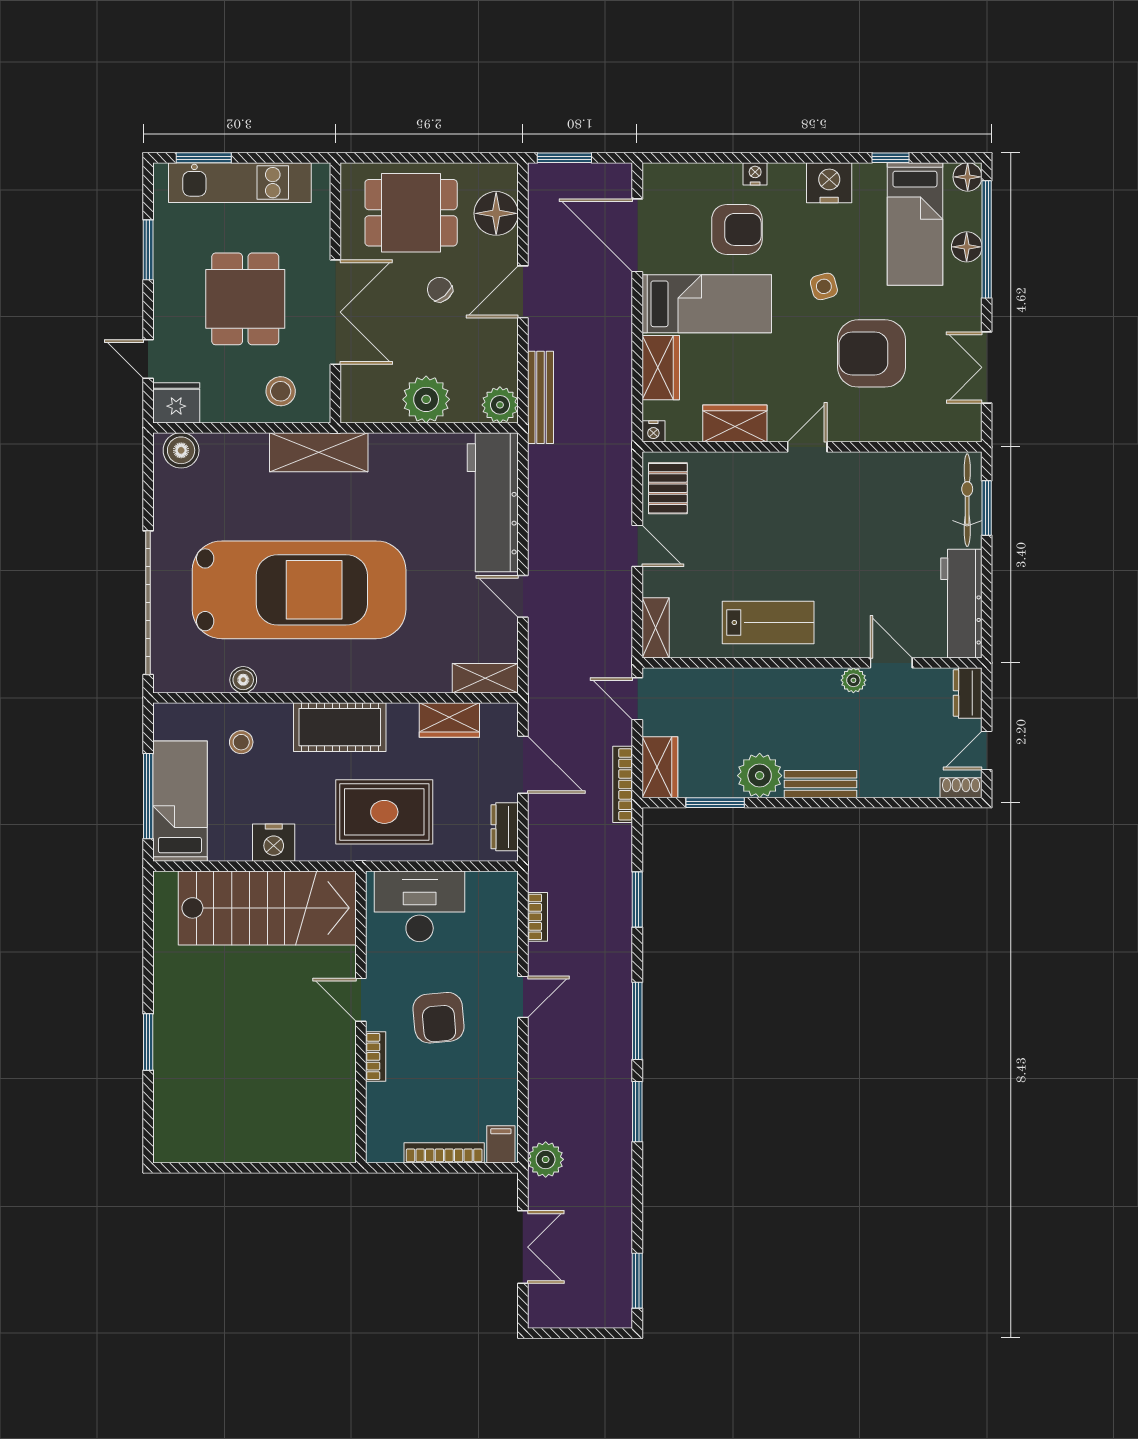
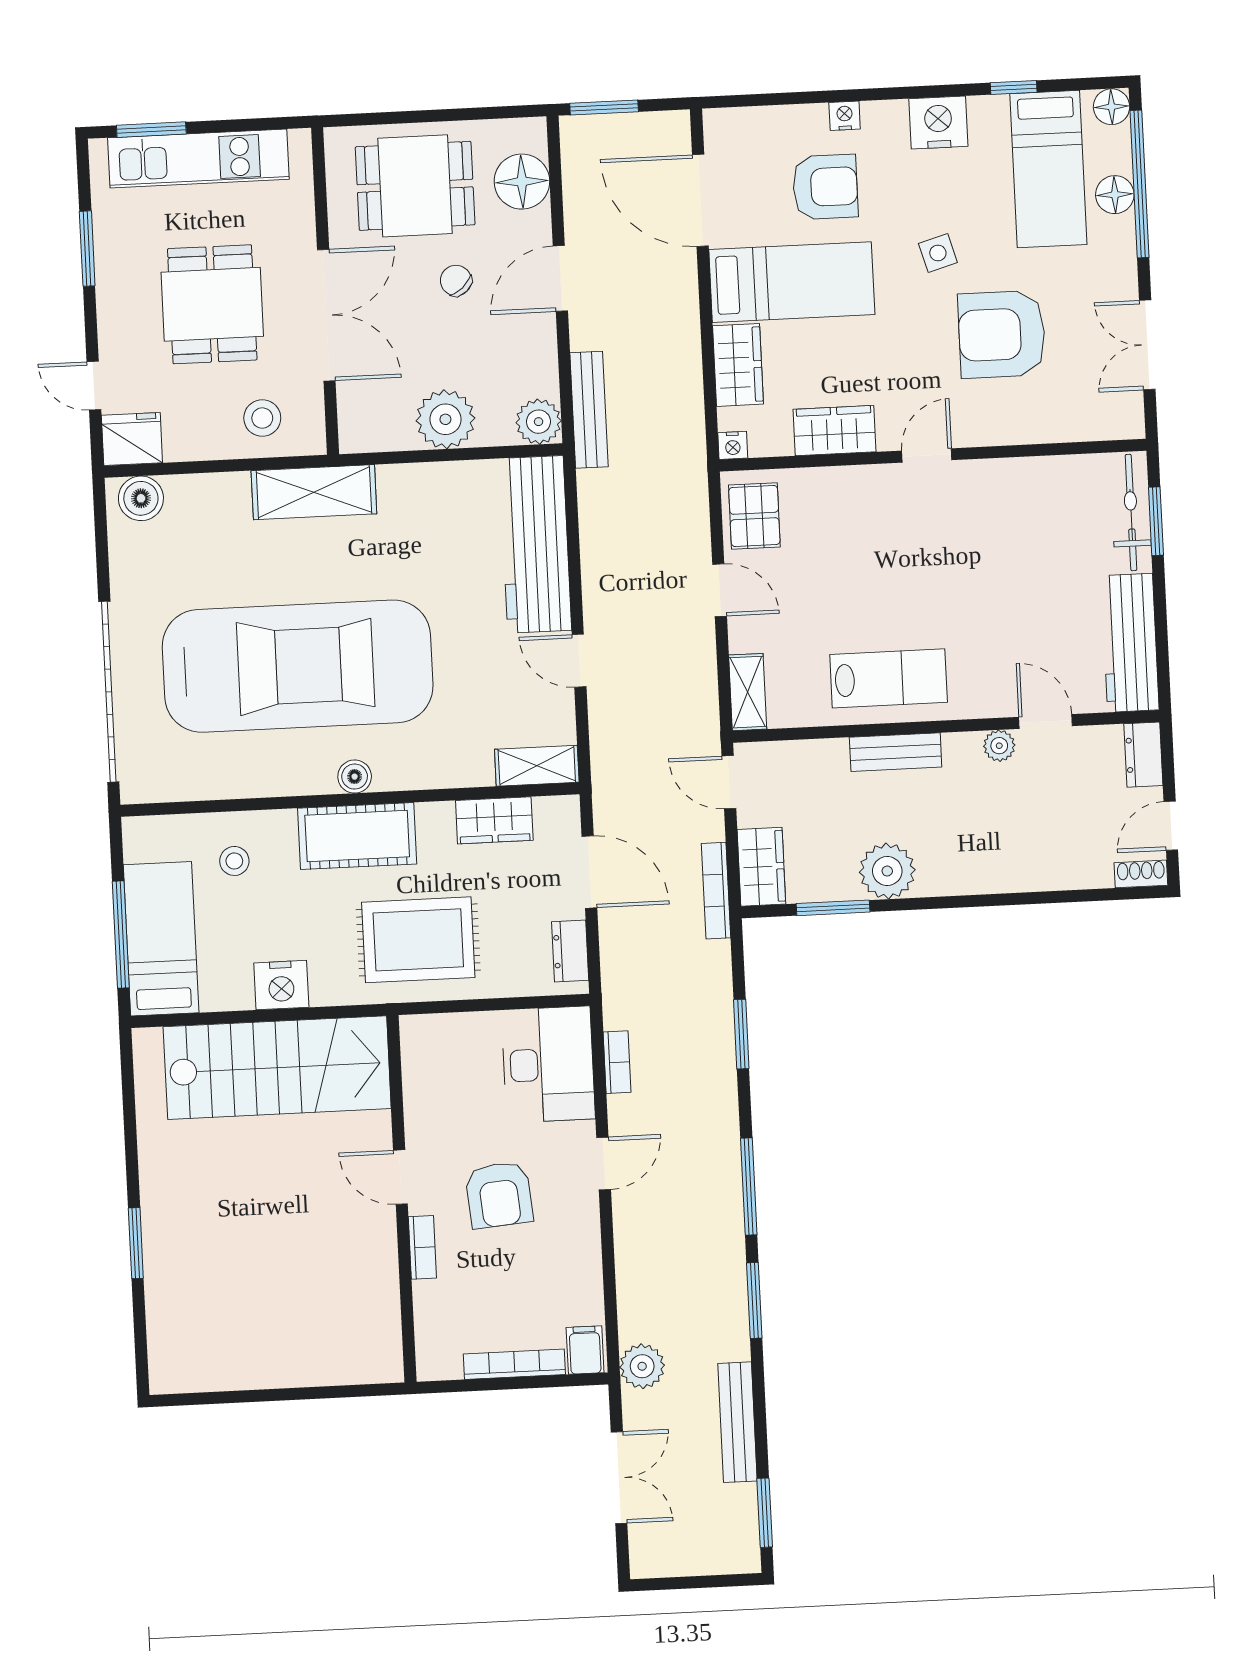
boiler: (243, 680) -> (355, 777), moved
bench: (821, 784) -> (896, 752), moved
desk: (420, 906) -> (548, 1064), moved, turned 90
bench: (619, 1208) -> (737, 1422), added

